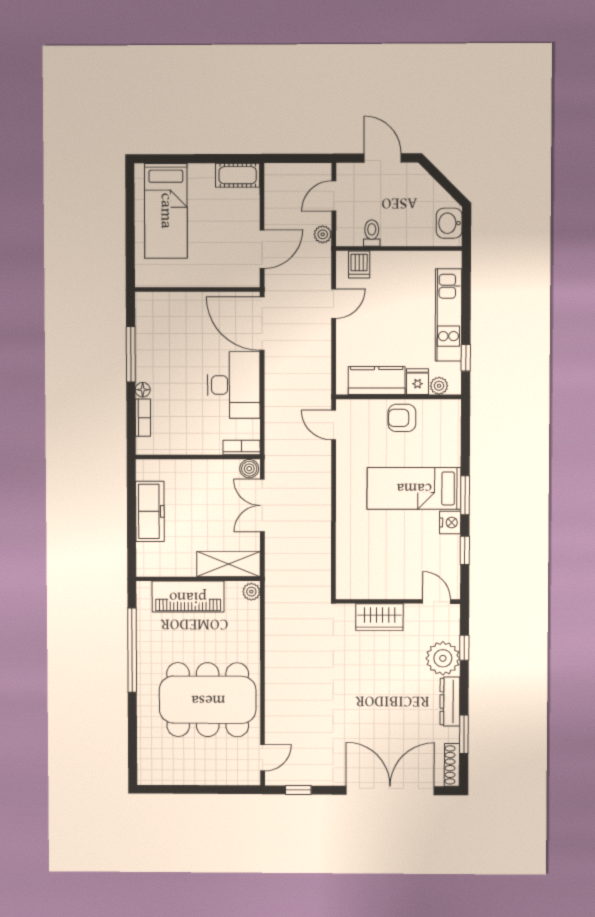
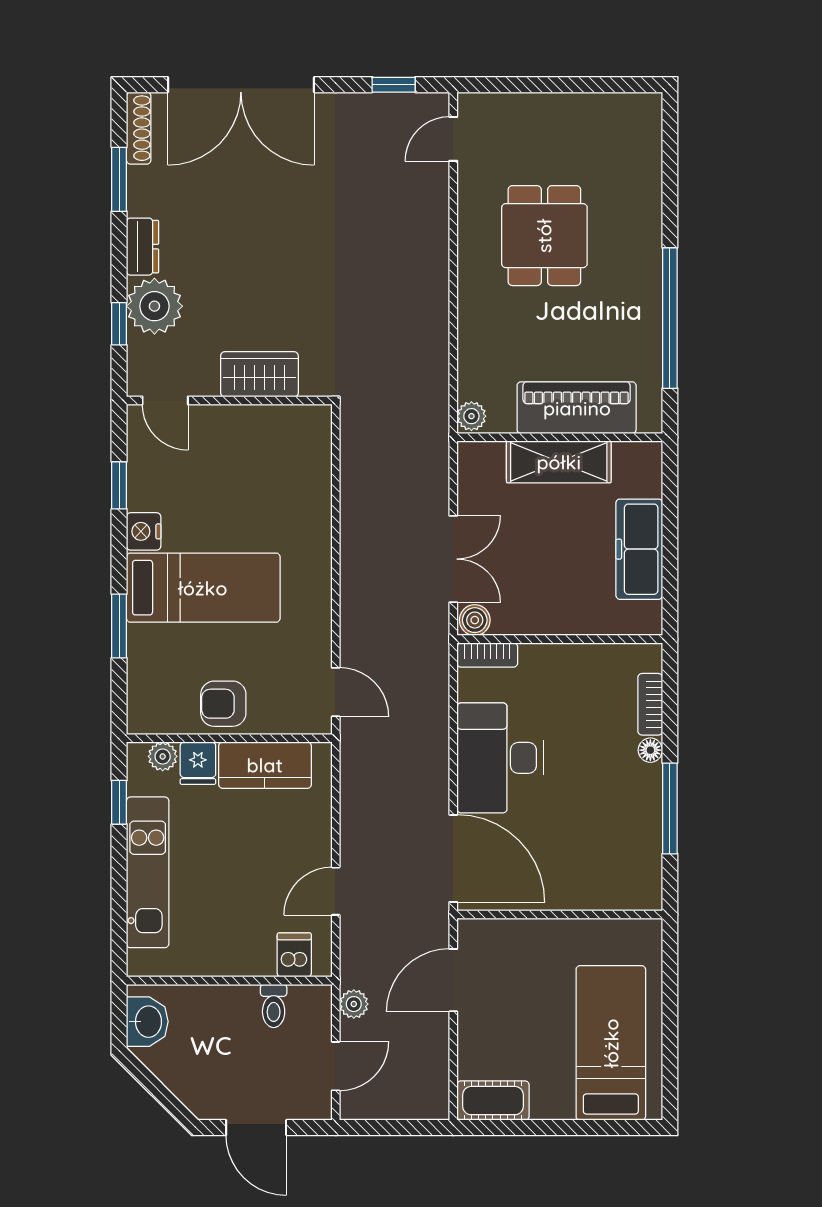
armchair: (402, 418) -> (223, 704), turned 180
window: (465, 495) -> (119, 626), moved
shelving: (229, 564) -> (559, 462), moved
dining table: (208, 700) -> (544, 236), width x0.53, depth x0.80
dresser: (450, 702) -> (142, 247), width x0.70

